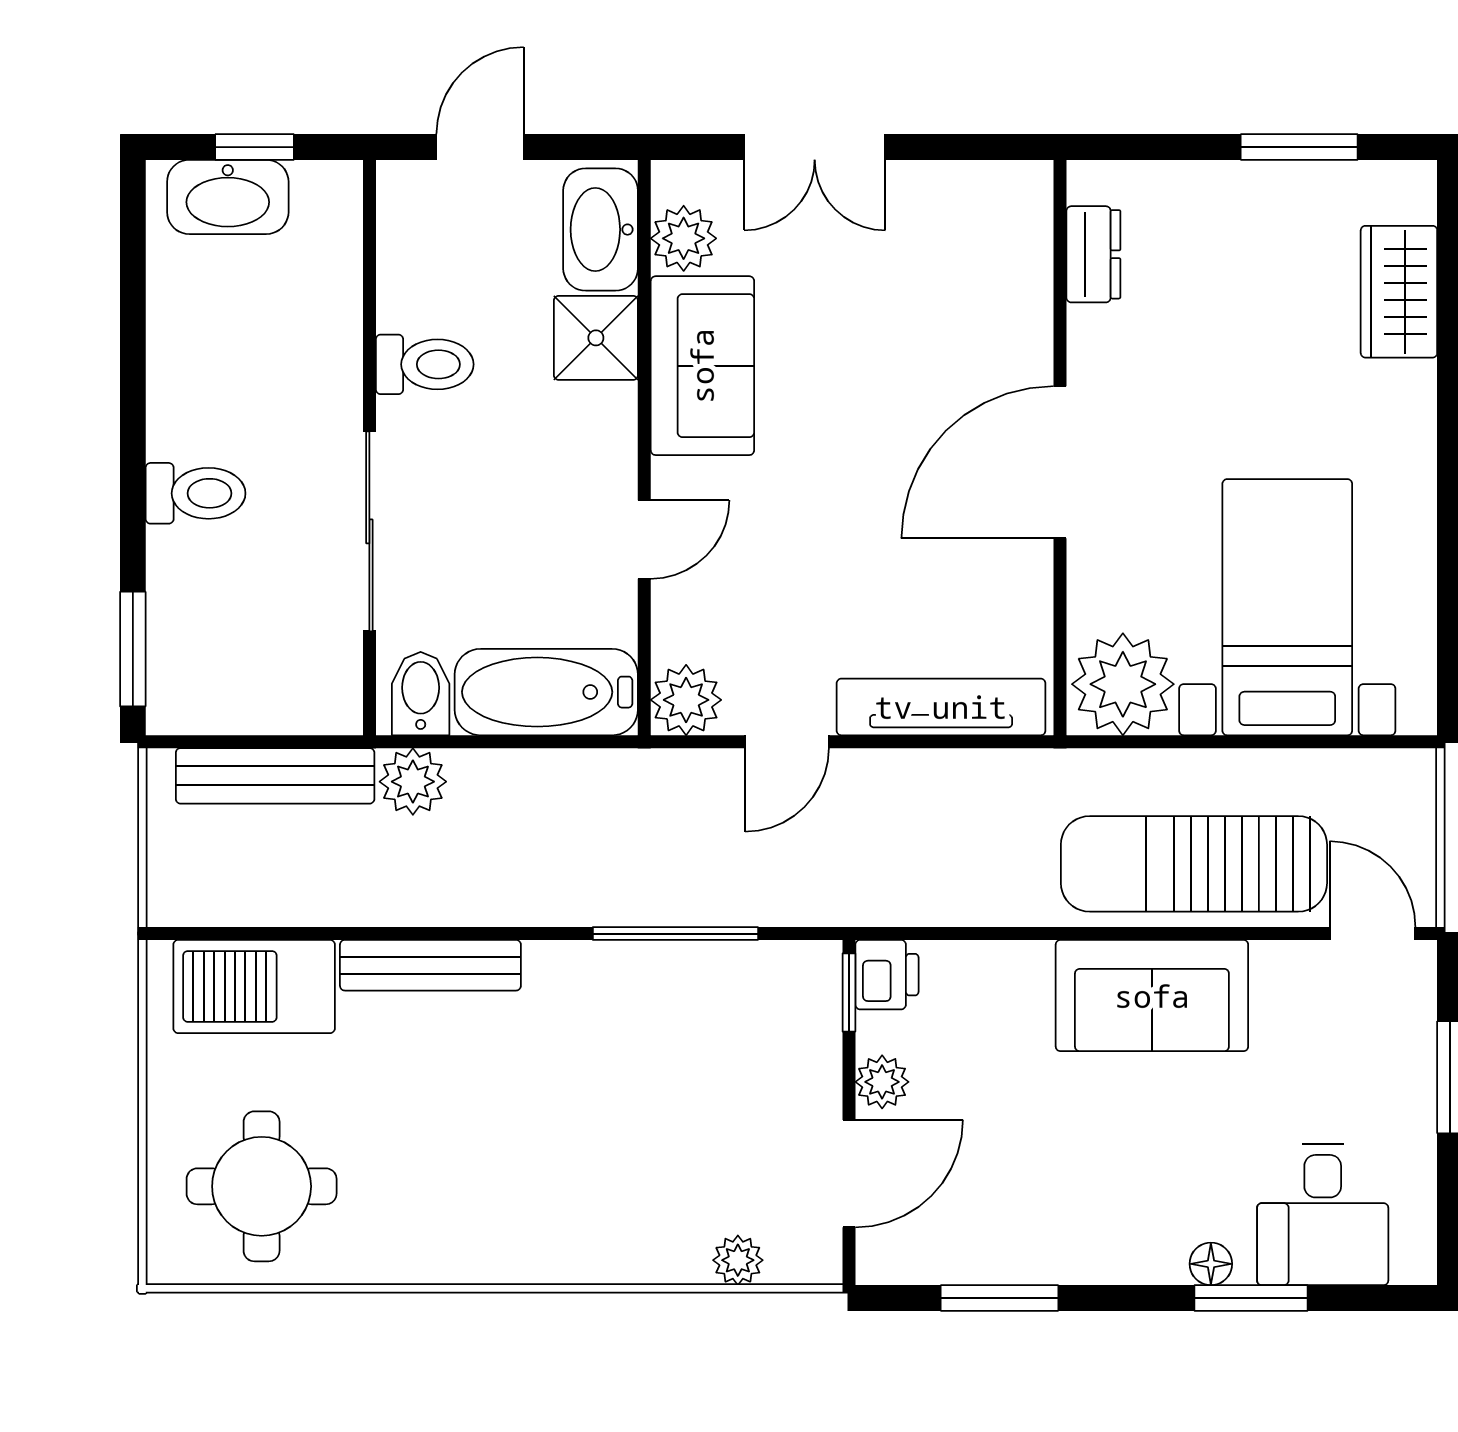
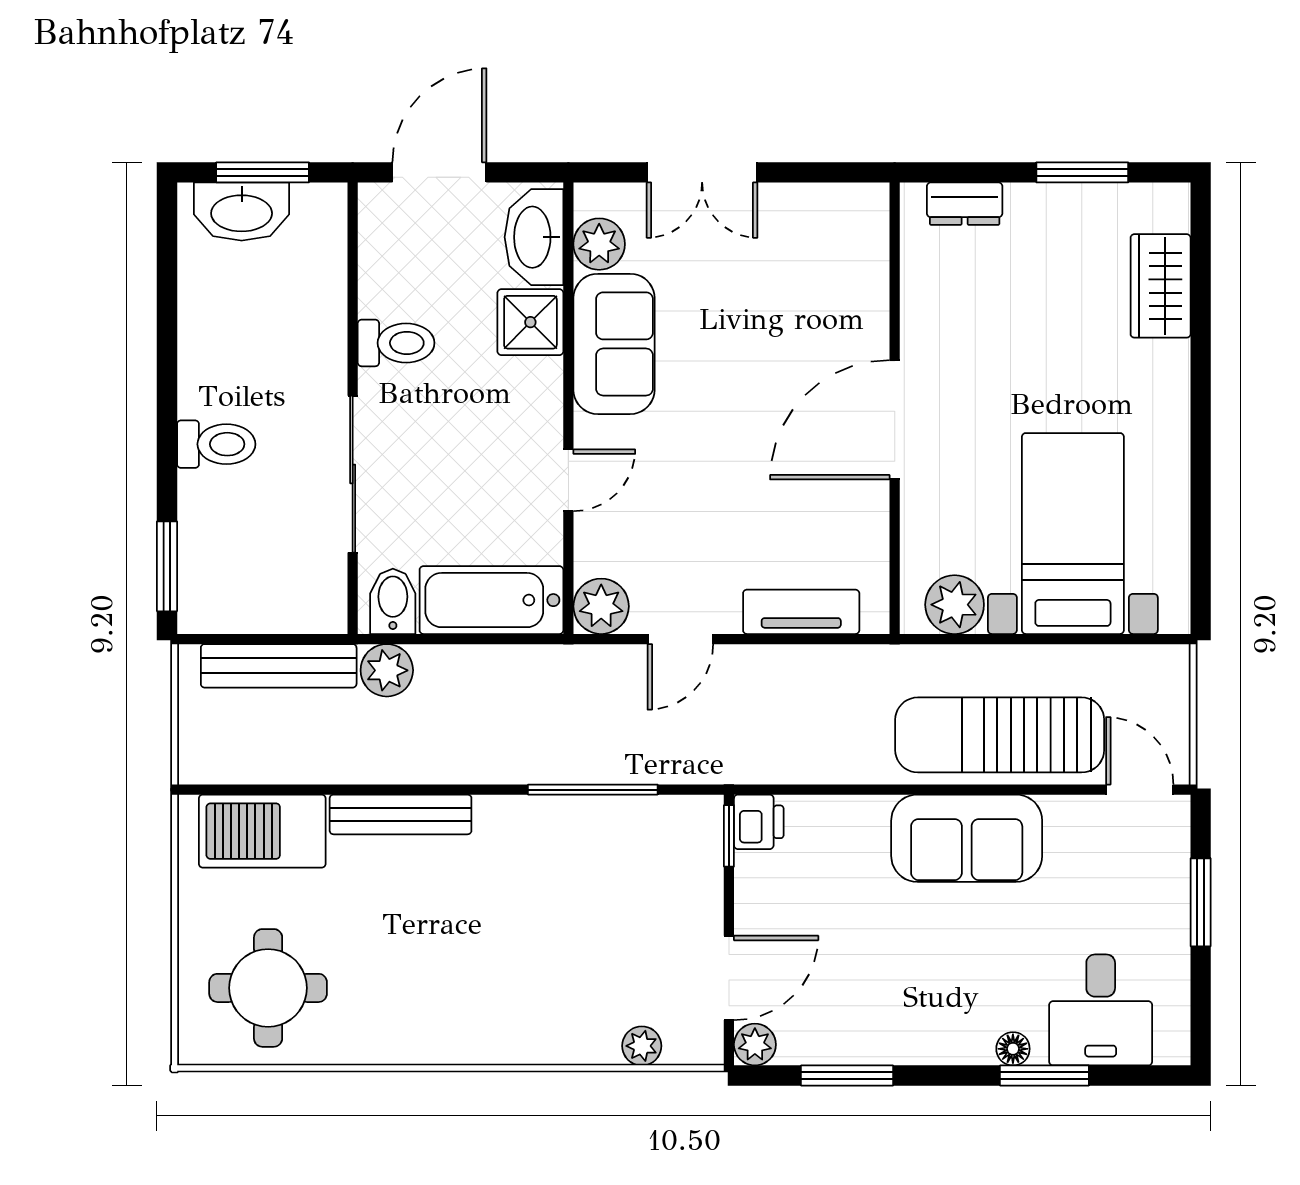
window: (255, 147) -> (263, 172), width x1.50
door: (480, 147) -> (439, 172), width x1.38
dresser: (1093, 254) -> (965, 204), moved, turned 90
plant: (1123, 684) -> (955, 605), width x0.73, depth x0.73
tv unit: (941, 707) -> (801, 612), width x0.71
plant: (882, 1082) -> (755, 1045), moved

